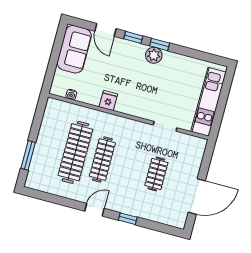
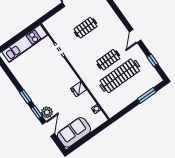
plant: (154, 55) -> (47, 112), moved
clothes rail: (102, 160) -> (108, 60), width x0.73
door: (95, 210) -> (135, 36), hinge flipped
window: (128, 219) -> (152, 60), moved

